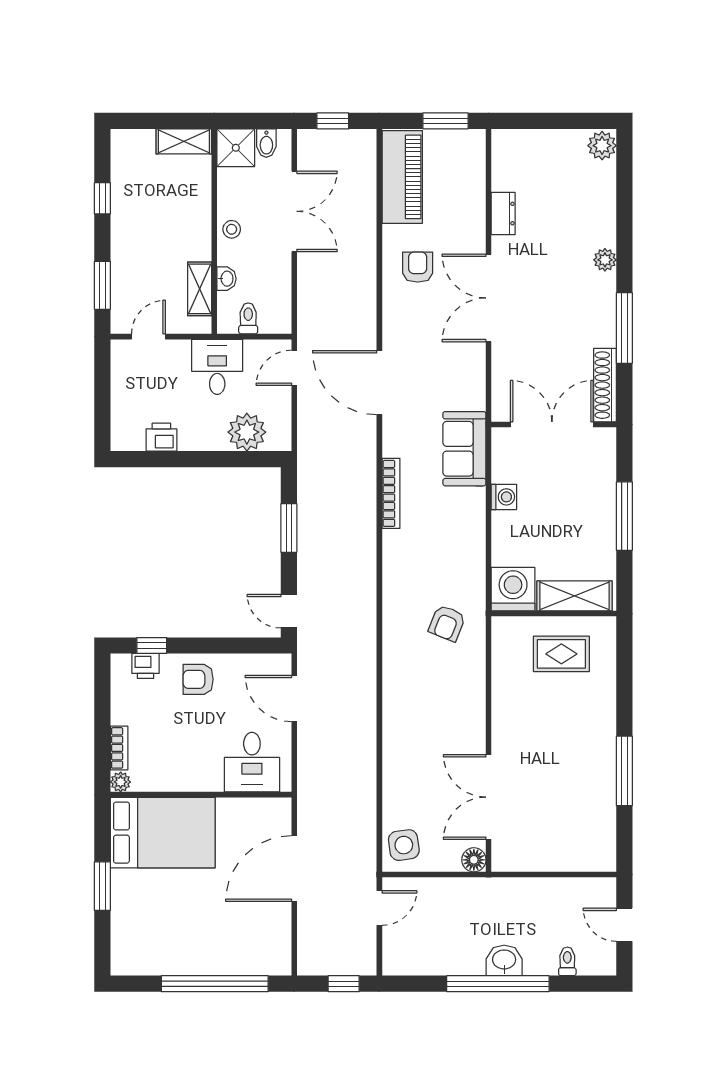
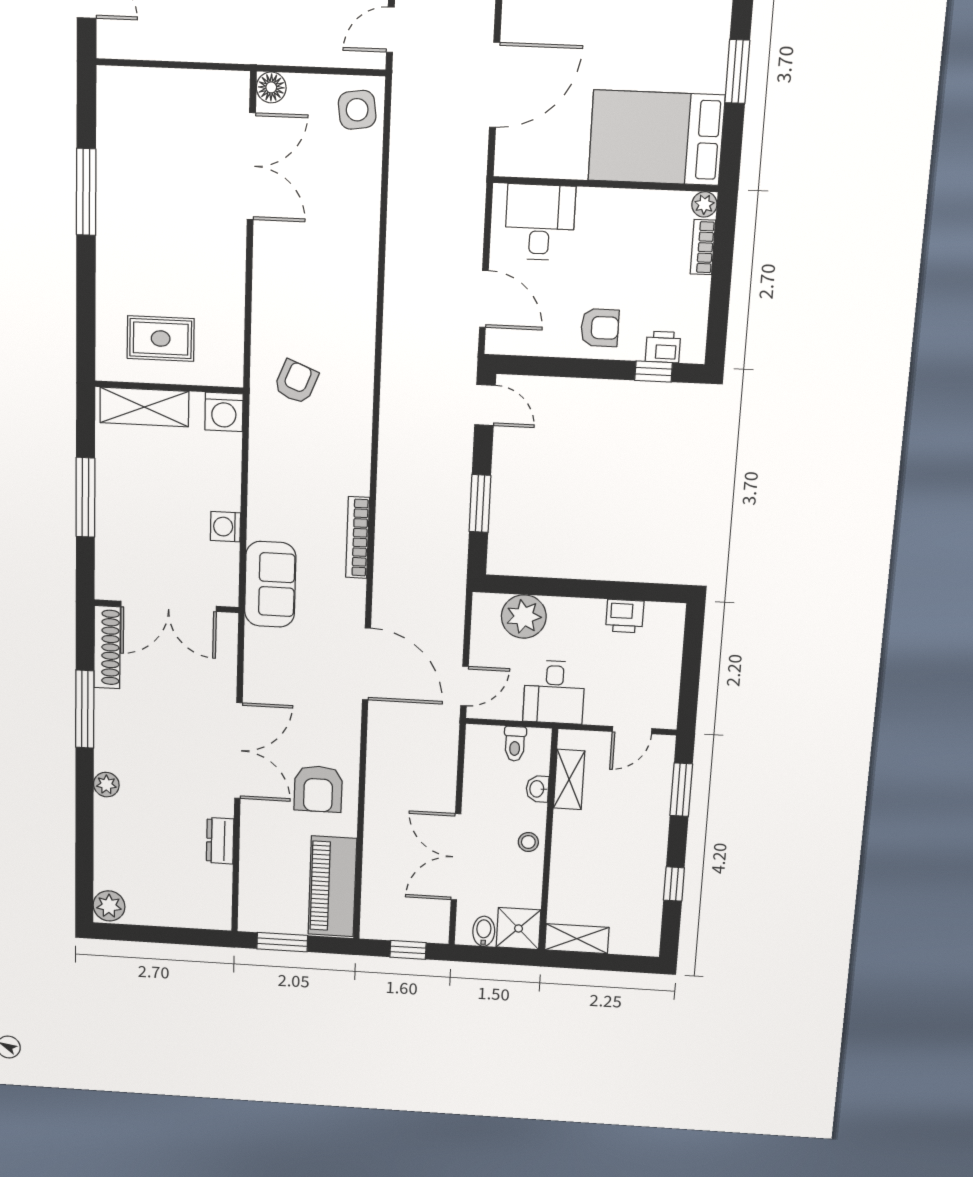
armchair: (418, 267) -> (318, 789), width x1.38, depth x1.38
washing machine: (513, 589) -> (224, 412), width x0.73, depth x0.73

